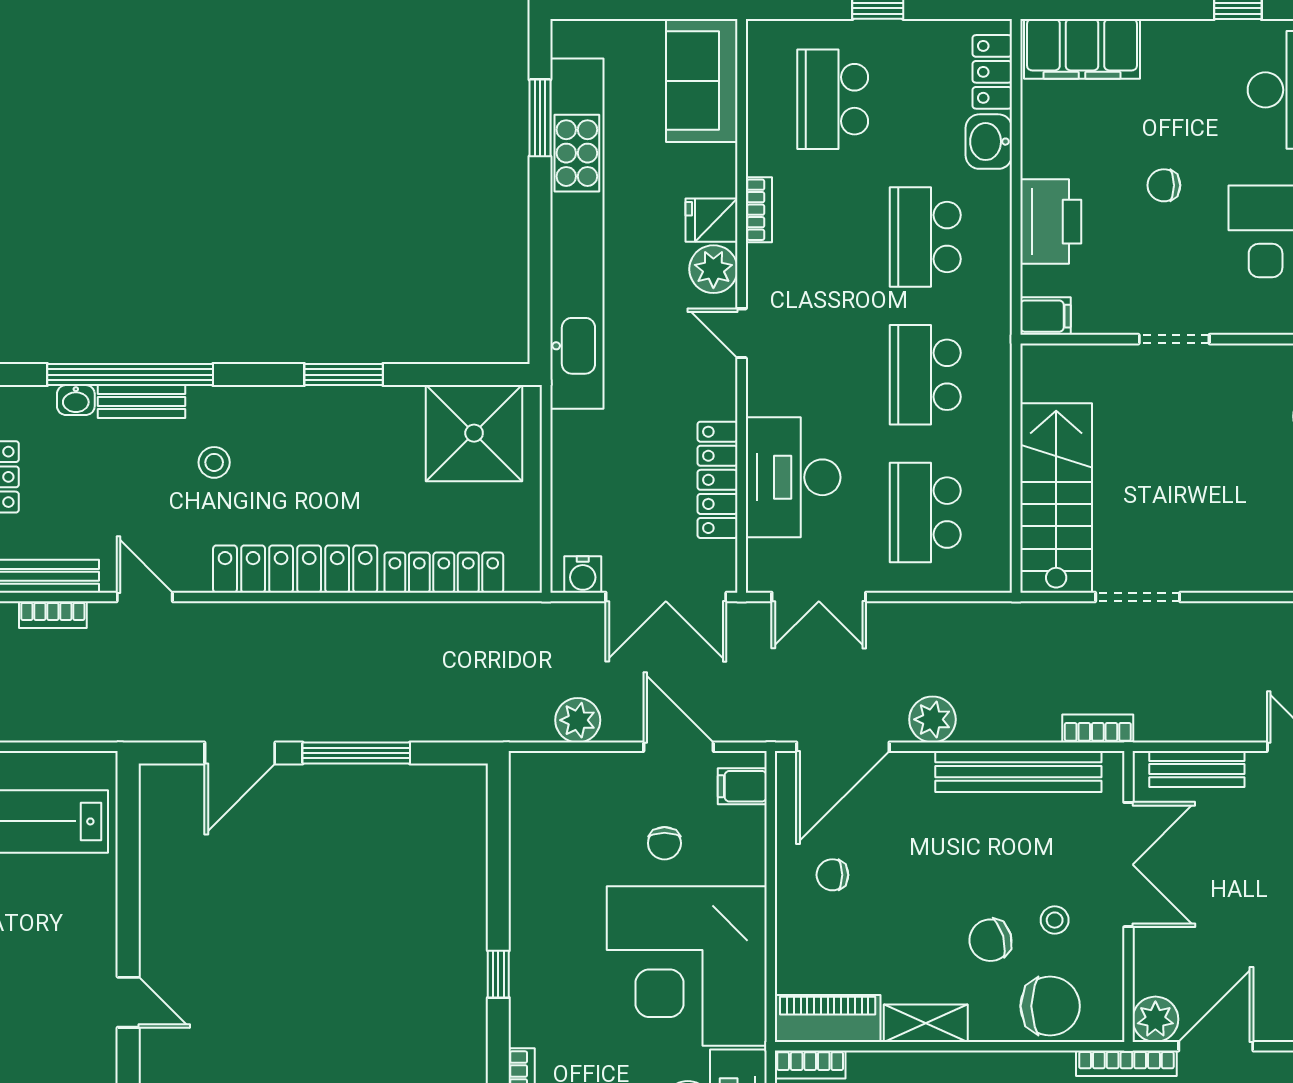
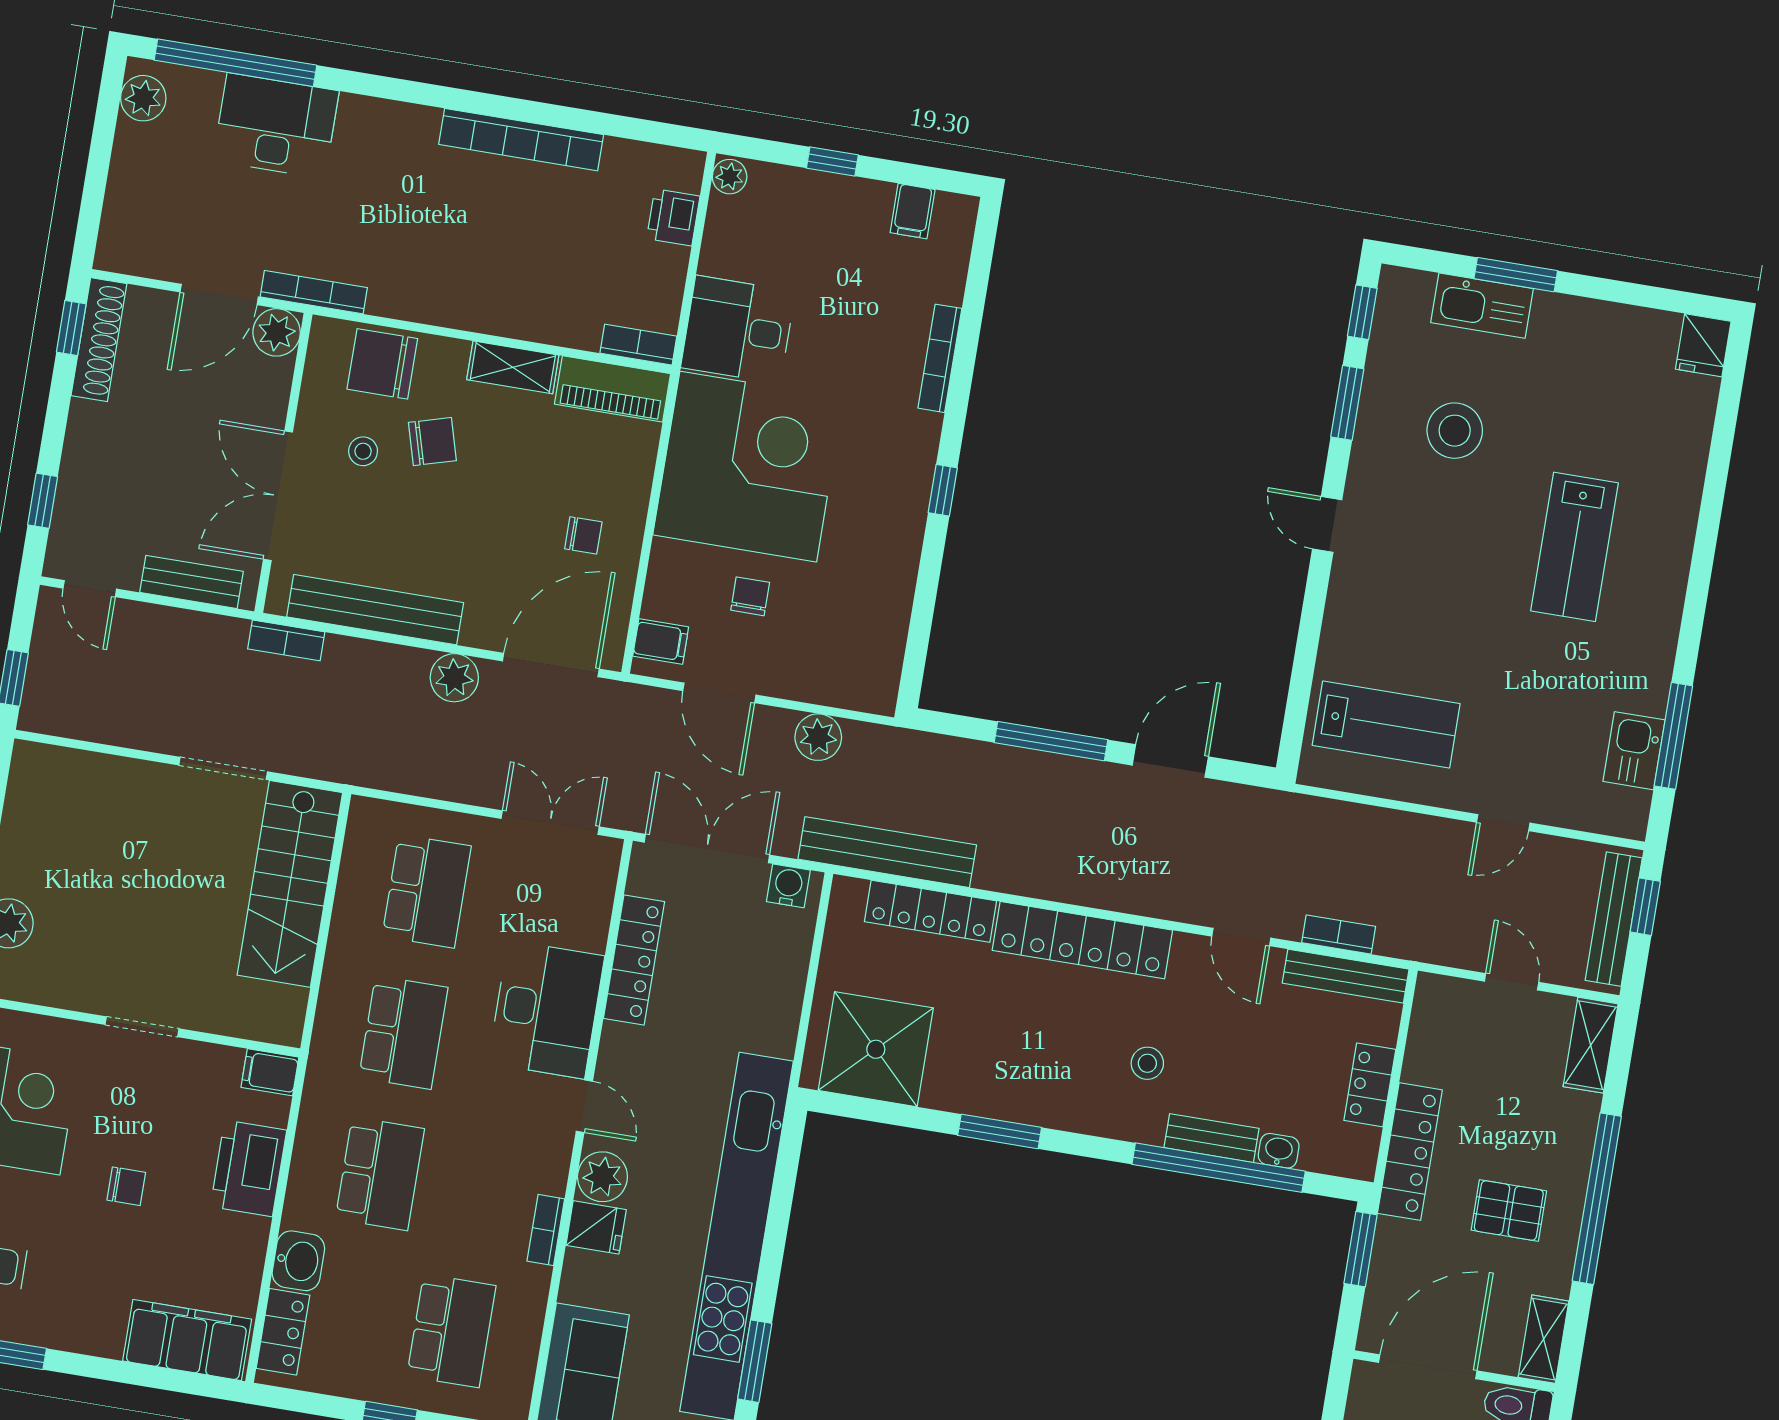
desk: (793, 477) -> (546, 1010), moved
bench: (494, 622) -> (887, 852), added

